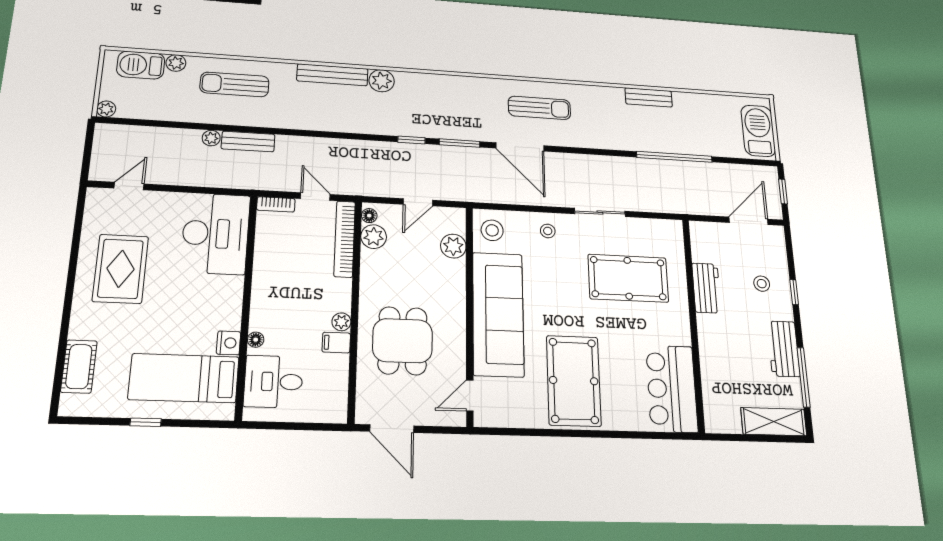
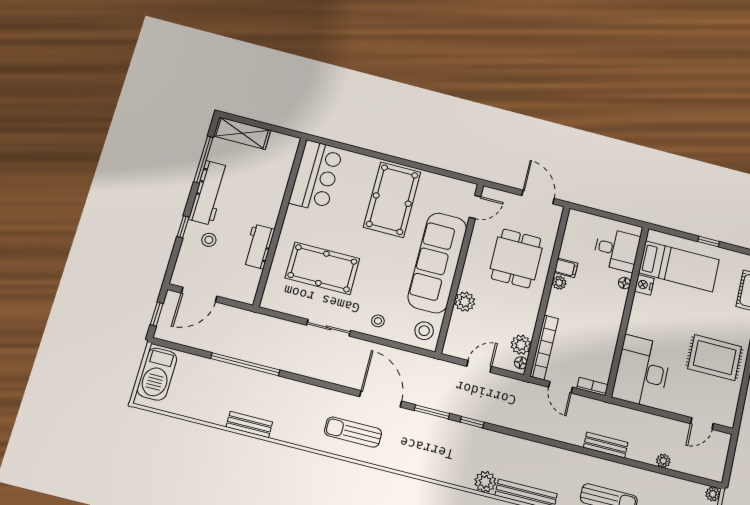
plant: (211, 138) -> (663, 461), moved
plant: (453, 246) -> (465, 302), moved
rug: (121, 269) -> (715, 358), turned 90
workbench: (783, 349) -> (209, 193), width x1.38

